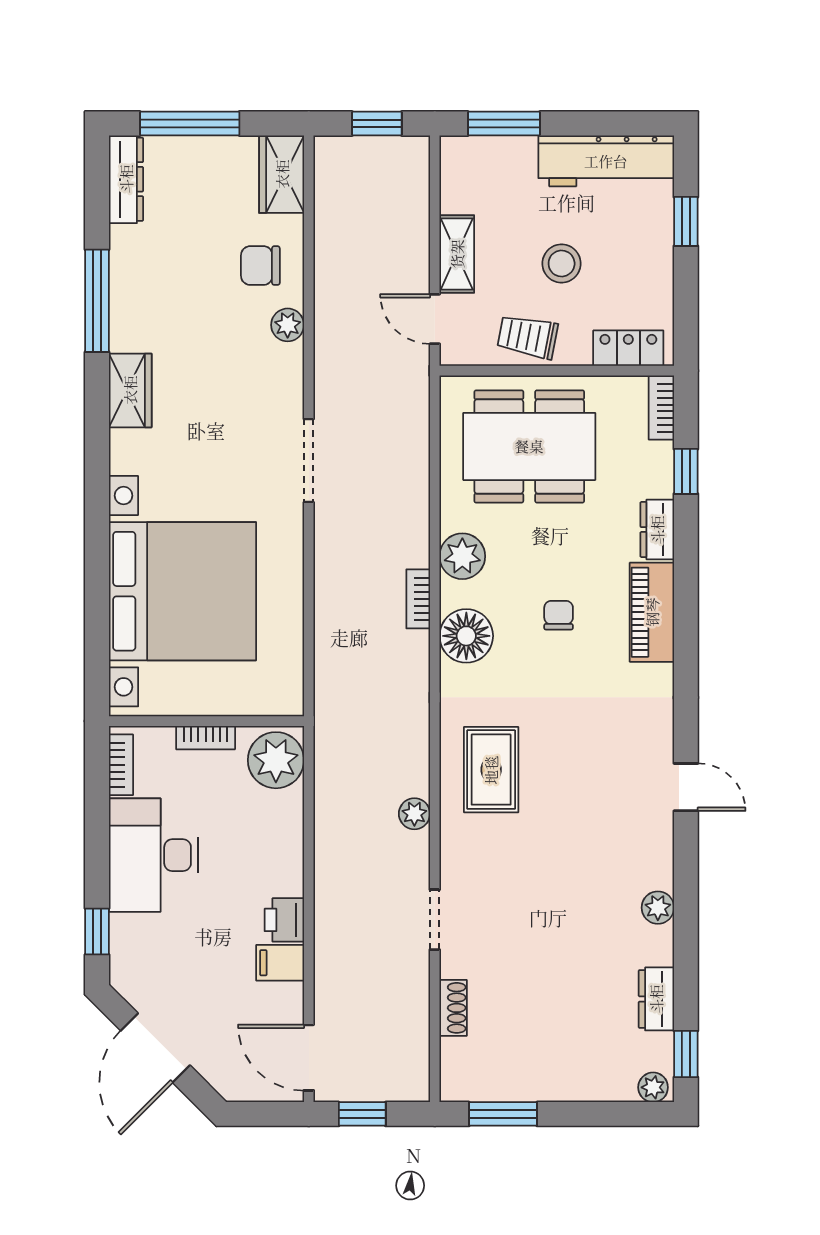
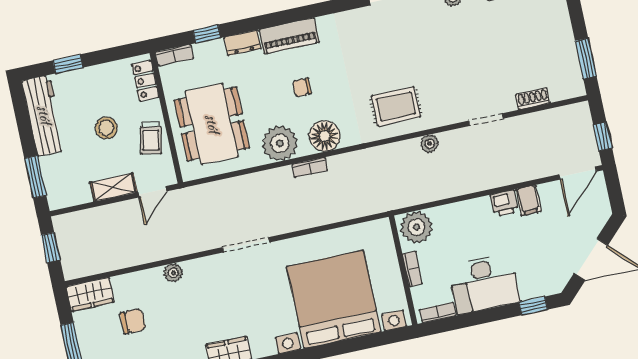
chair: (260, 266) -> (133, 321), moved, turned -90
plant: (462, 556) -> (280, 143), width x1.36, depth x1.36

